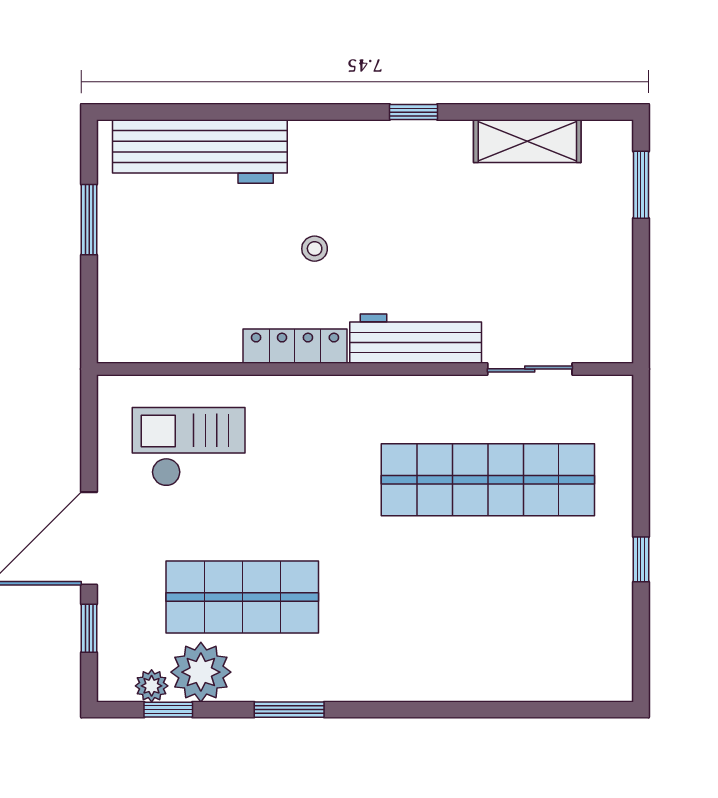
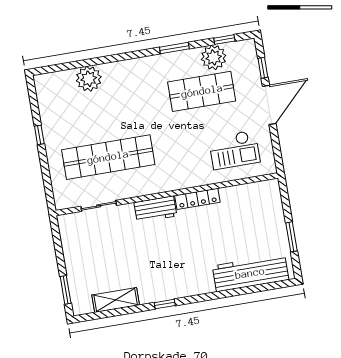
stool: (315, 249) -> (196, 241), removed
workbench: (416, 339) -> (155, 209), width x0.73
plant: (152, 686) -> (89, 79), moved, width x1.88, depth x1.88

